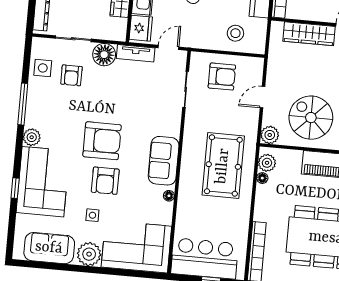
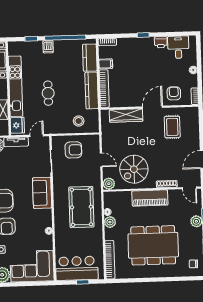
door: (262, 97) -> (101, 160), swing flipped
spiral stairs: (311, 118) -> (134, 169), turned -90
sofa: (164, 161) -> (42, 193), moved
plant: (267, 163) -> (110, 222), moved

